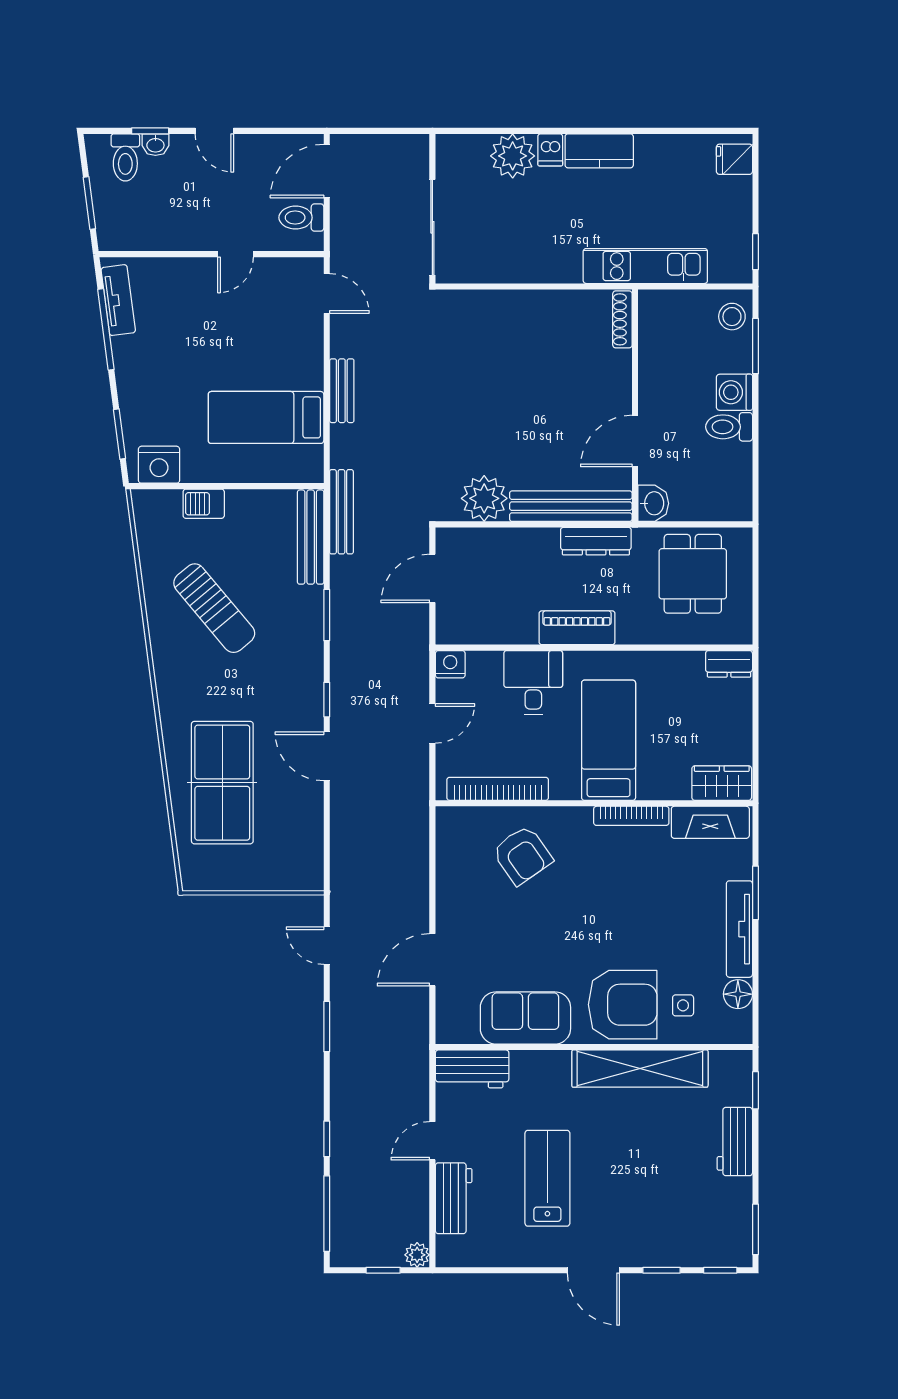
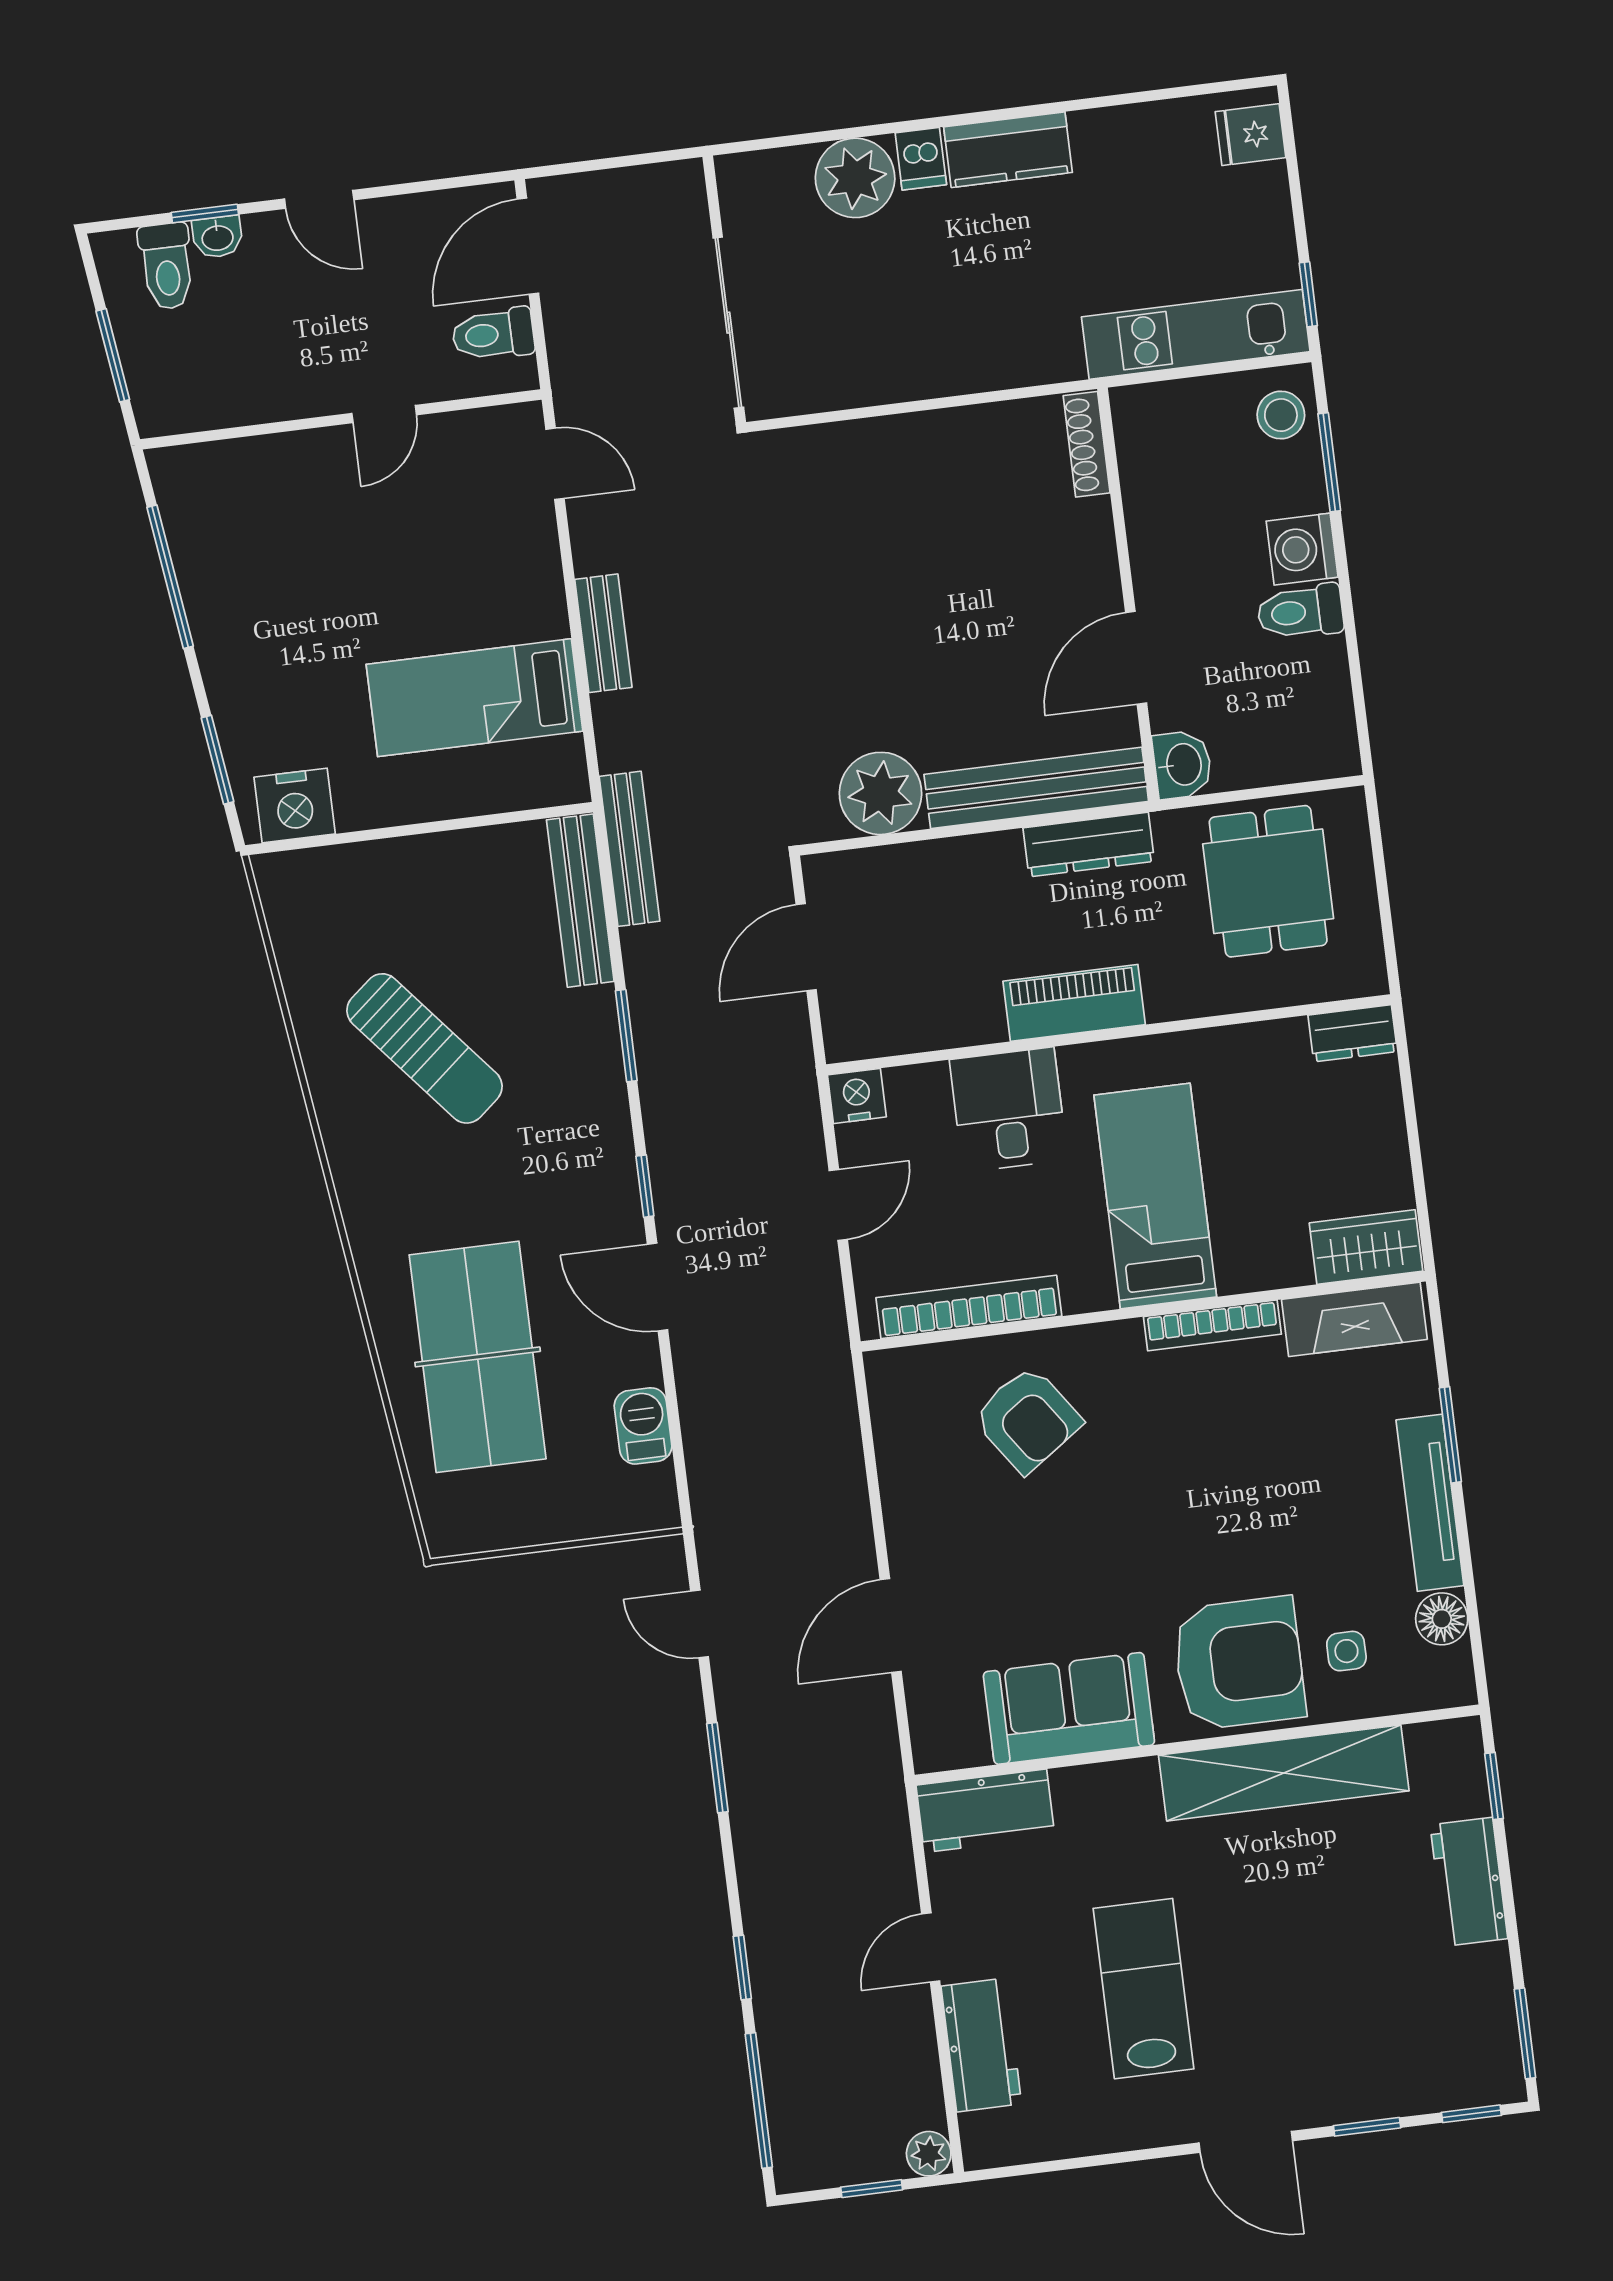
kitchen unit: (645, 266) -> (1196, 334), moved
tv unit: (118, 300) -> (186, 522), removed
barbecue: (204, 504) -> (643, 1426), moved, turned 90

